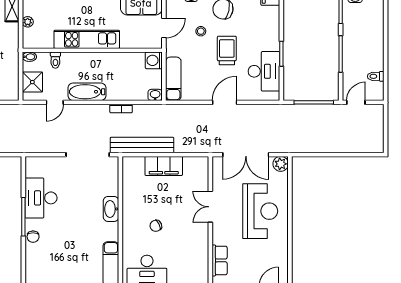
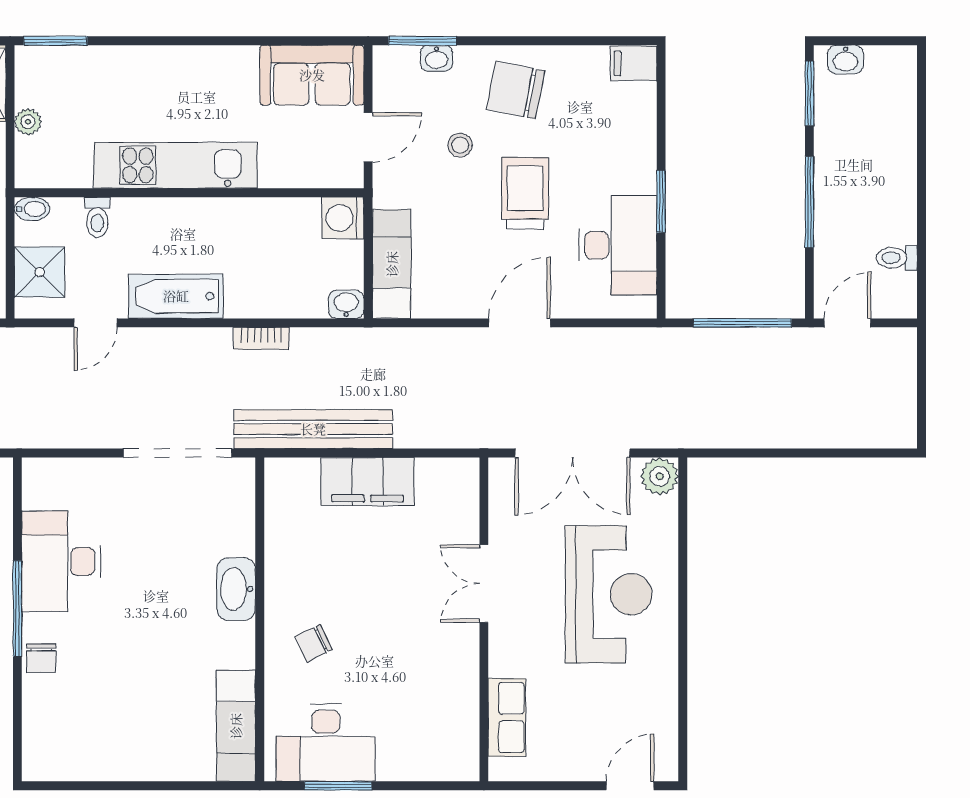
chair: (156, 226) -> (313, 643), moved

